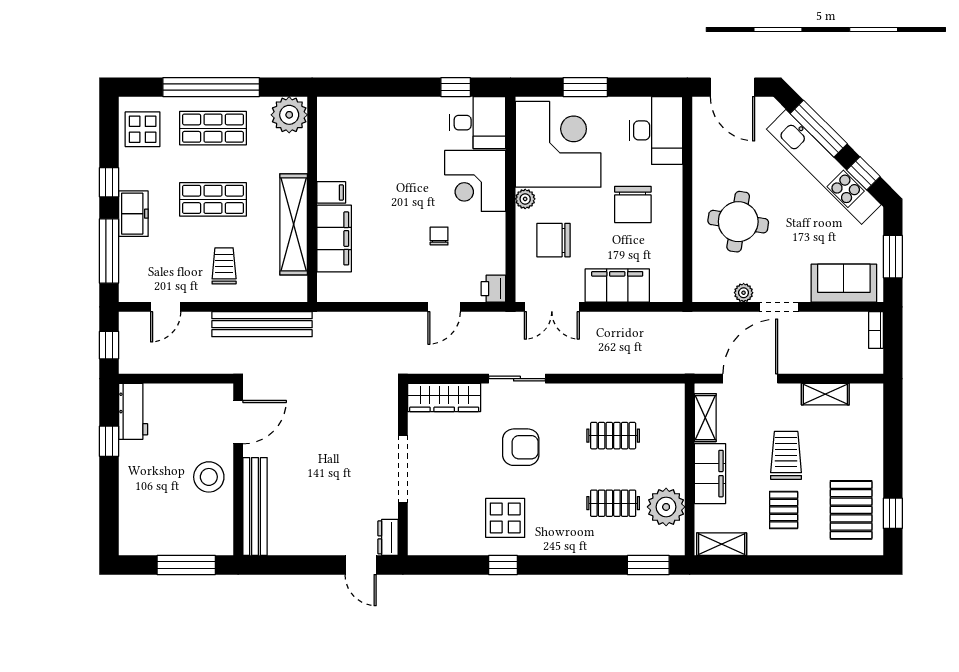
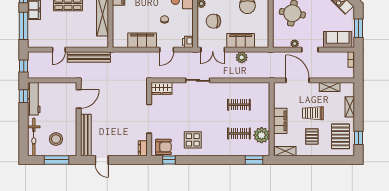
filing cabinet: (334, 238) -> (142, 40), moved, turned -90
trolley: (224, 266) -> (73, 32), removed
door: (166, 307) -> (59, 50), moved
plant: (619, 325) -> (242, 57), added
door: (750, 379) -> (298, 80), hinge flipped
wardrobe: (444, 397) -> (162, 88), width x0.67
workbench: (133, 411) -> (34, 99), width x1.38
shelving: (705, 418) -> (350, 107), moved
window: (109, 441) -> (24, 96), moved
armchair: (521, 447) -> (163, 147), moved
trolley: (786, 455) -> (313, 113), turned -90
stool: (209, 477) -> (56, 139), moved
bicycle: (133, 511) -> (34, 137), added
door: (361, 565) -> (102, 160), moved
window: (503, 565) -> (169, 160), moved

